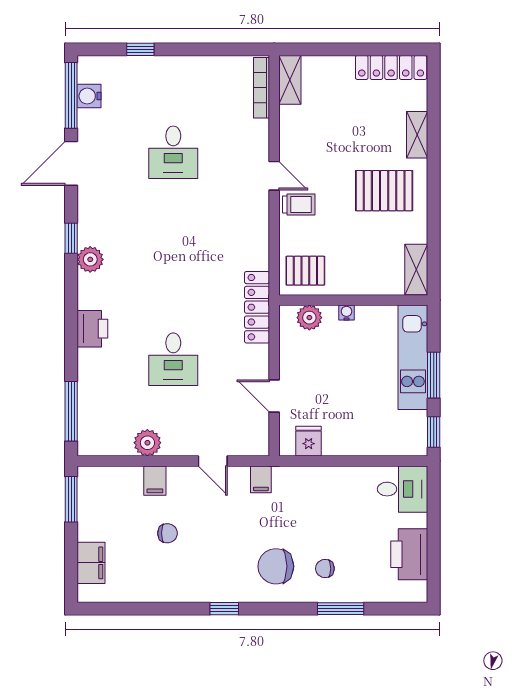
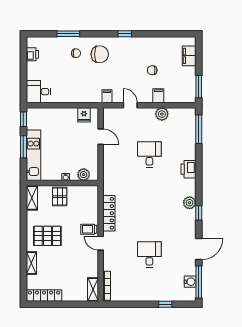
pallet: (305, 271) -> (60, 197), moved, turned 90
locker: (257, 307) -> (109, 213), moved
printer: (409, 554) -> (32, 54), width x0.53, depth x0.68

